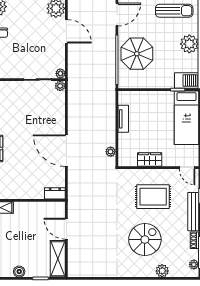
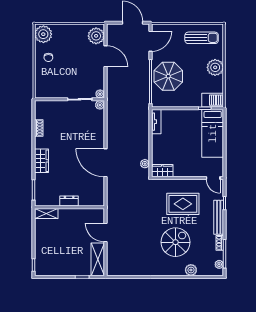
tv unit: (123, 119) -> (156, 122), moved
wardrobe: (150, 159) -> (162, 171), moved
dresser: (55, 193) -> (69, 201), moved
boiler: (19, 272) -> (63, 271), removed

